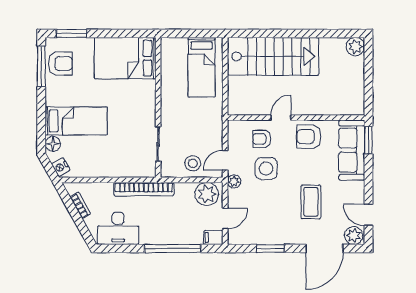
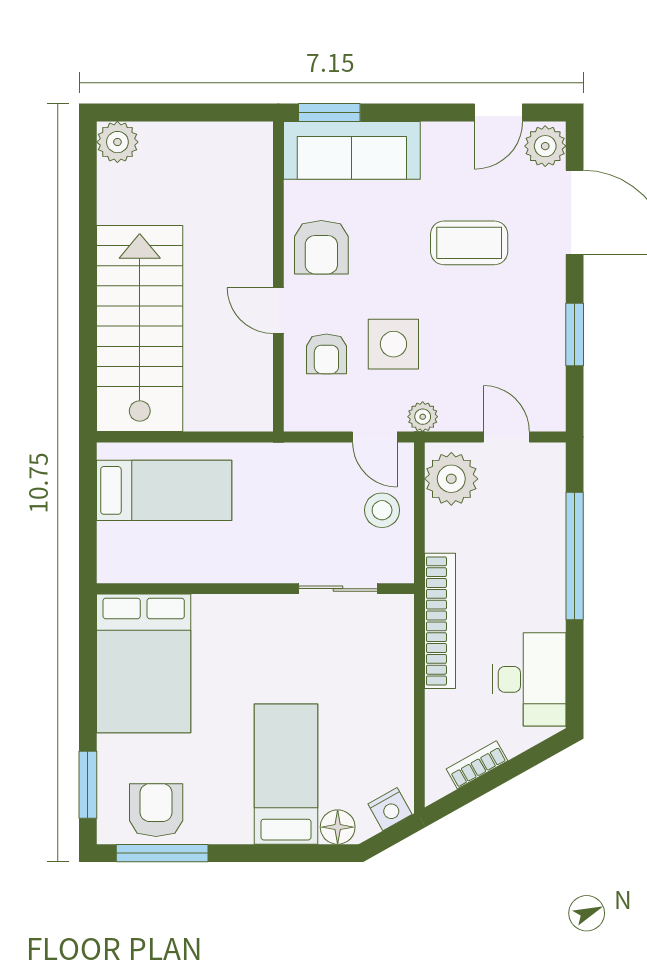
filing cabinet: (213, 237) -> (550, 464), removed

